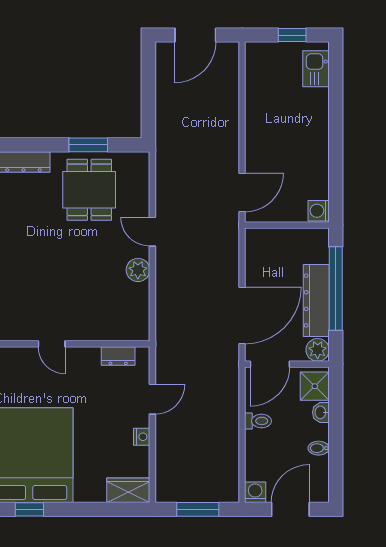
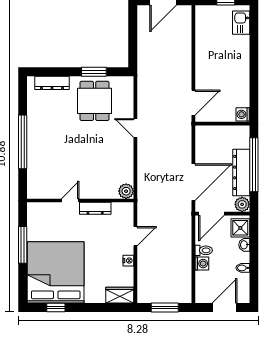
plant: (138, 270) -> (126, 191), moved
door: (52, 344) -> (70, 201), swing flipped
dresser: (118, 356) -> (95, 208), moved, width x1.44
washing machine: (255, 492) -> (202, 264), moved, turned 90

